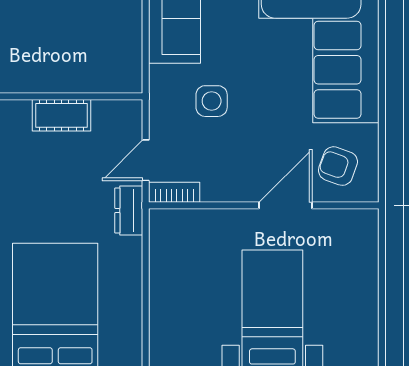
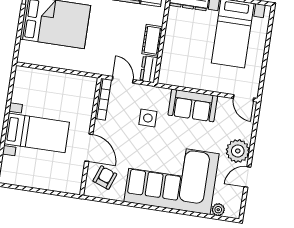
bookcase: (174, 192) -> (103, 99), width x1.56
dresser: (129, 210) -> (149, 69), moved, turned -90

